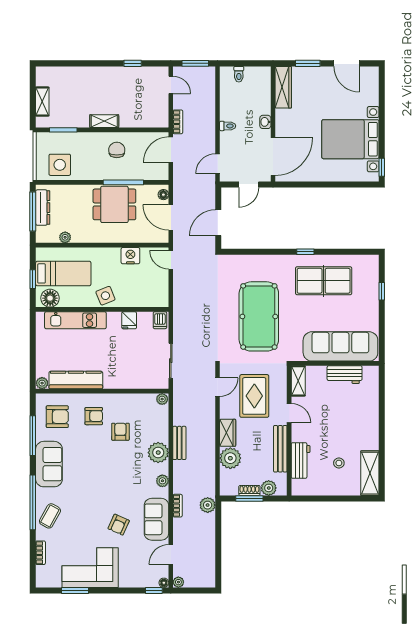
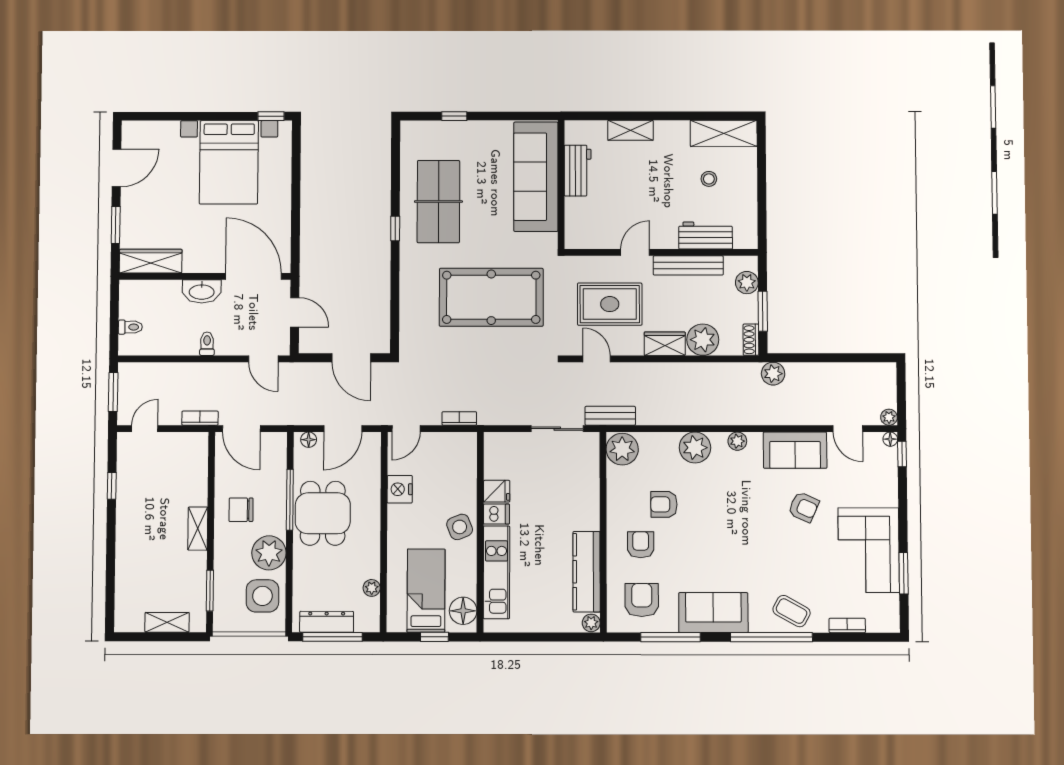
washbasin: (265, 122) -> (202, 291), width x1.91, depth x1.45
plant: (88, 169) -> (269, 553), added
dishwasher: (160, 320) -> (497, 514), moved
shelving: (298, 381) -> (630, 130), moved
plant: (162, 399) -> (622, 449), width x1.87, depth x1.87
bench: (179, 443) -> (610, 416), moved
shoe rack: (249, 490) -> (751, 340), moved
bookcase: (178, 506) -> (459, 418), moved

